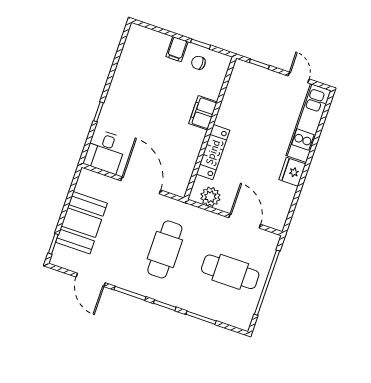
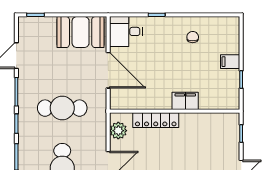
chair: (198, 63) -> (193, 37), moved
door: (141, 185) -> (108, 70), hinge flipped
booth: (81, 223) -> (81, 32), moved

